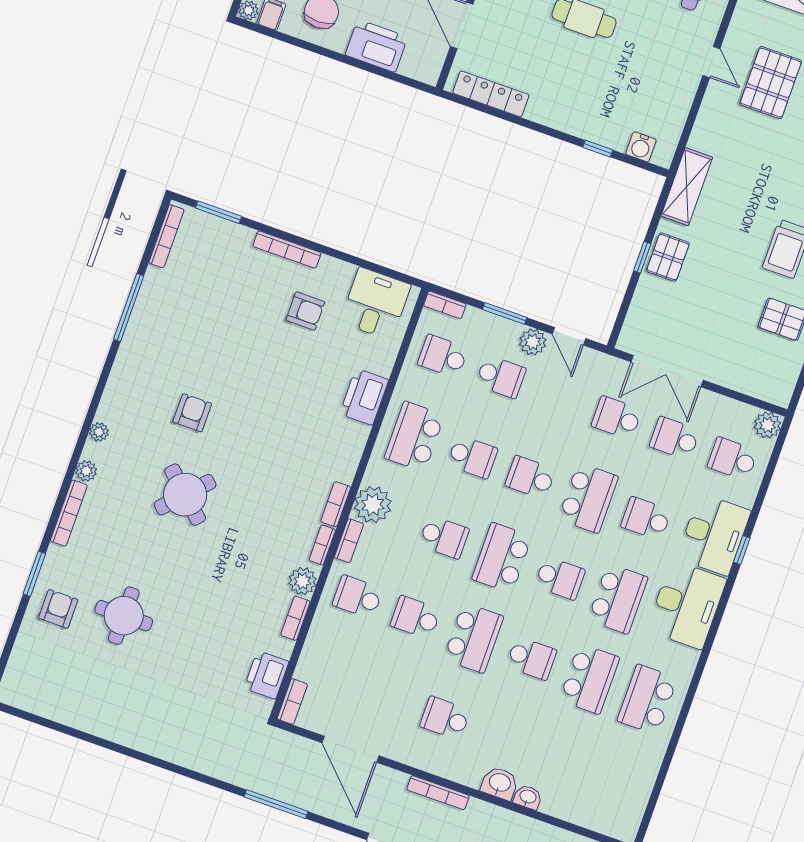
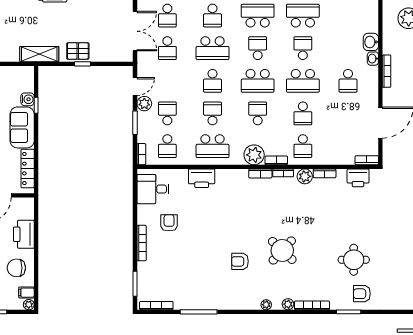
sofa: (567, 110) -> (22, 127), added
water cooler: (641, 147) -> (27, 99), moved
school desk: (588, 498) -> (213, 48), turned 180
school desk: (473, 638) -> (303, 81), turned 180
washbasin: (528, 797) -> (373, 59), moved

